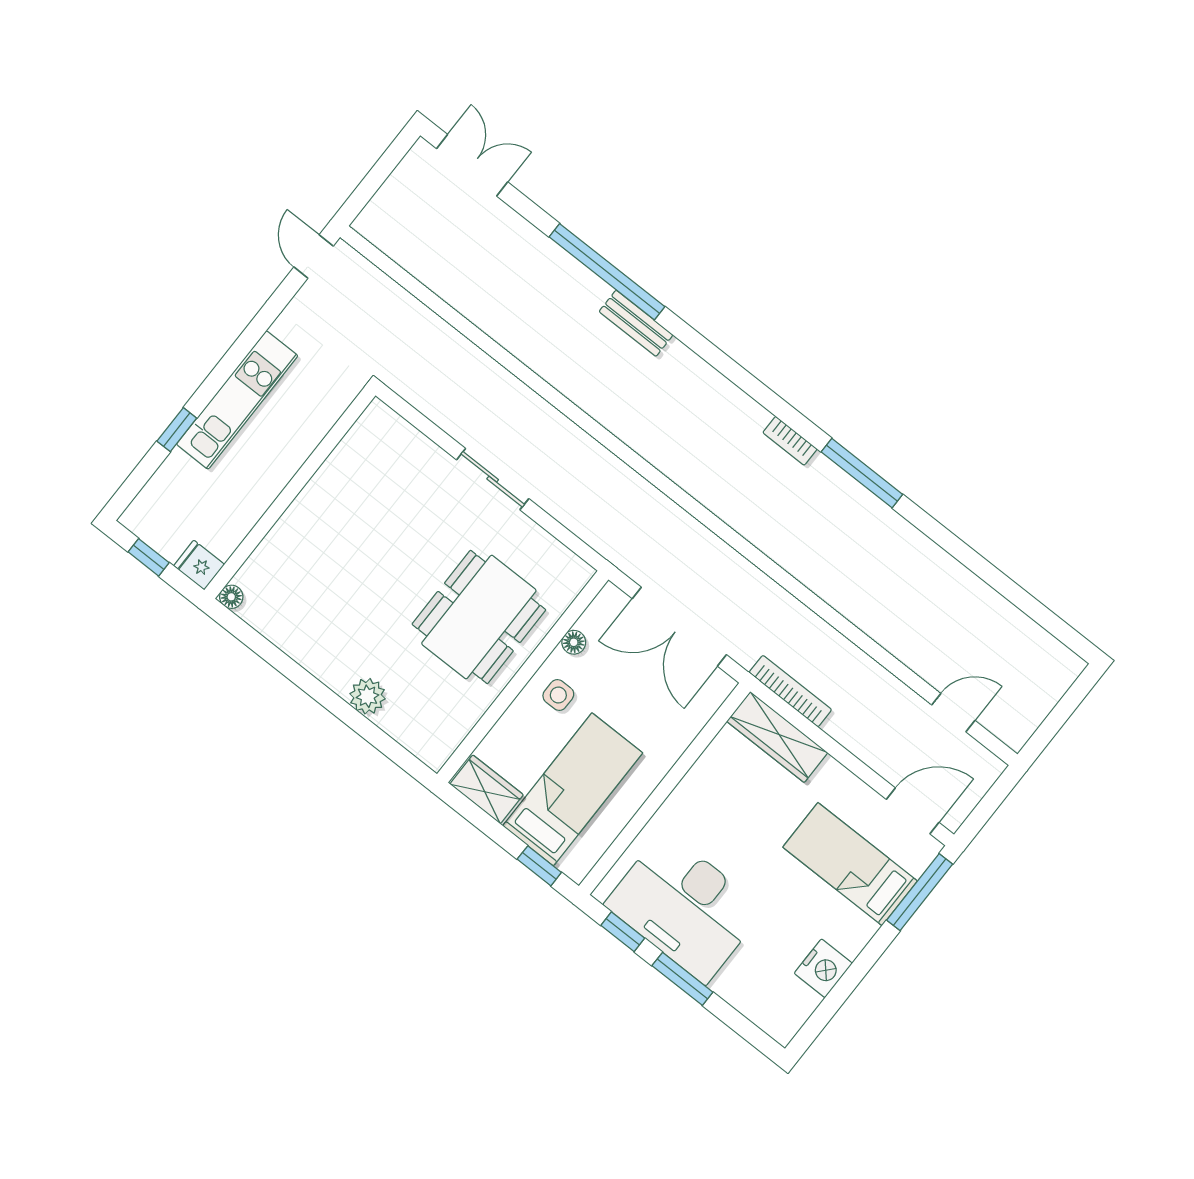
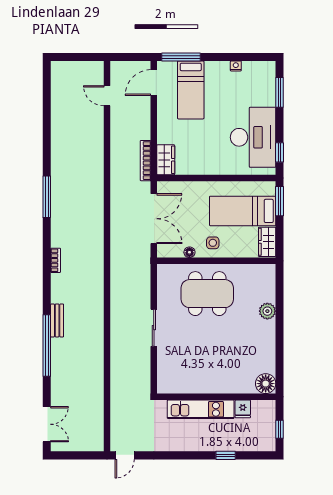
double door: (472, 165) -> (47, 424), swing flipped
kitchen unit: (237, 400) -> (201, 409), moved, turned 180
bookcase: (790, 441) -> (56, 260), moved
fridge: (199, 565) -> (243, 409), moved
floor lamp: (231, 597) -> (266, 384), width x1.89, depth x1.89
wardrobe: (777, 737) -> (166, 160), width x0.67
door: (913, 811) -> (154, 83), hinge flipped
window: (539, 866) -> (280, 201), width x1.50
nightstand: (823, 968) -> (236, 66), width x0.53, depth x0.56
window: (682, 979) -> (280, 92), moved

